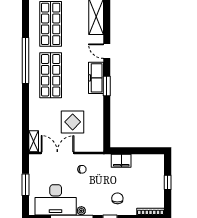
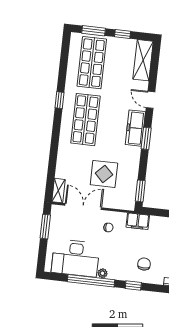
window: (26, 61) -> (59, 100), width x0.32
window: (107, 134) -> (140, 191), added
filing cabinet: (121, 161) -> (138, 221), moved
window: (26, 185) -> (45, 227), moved

